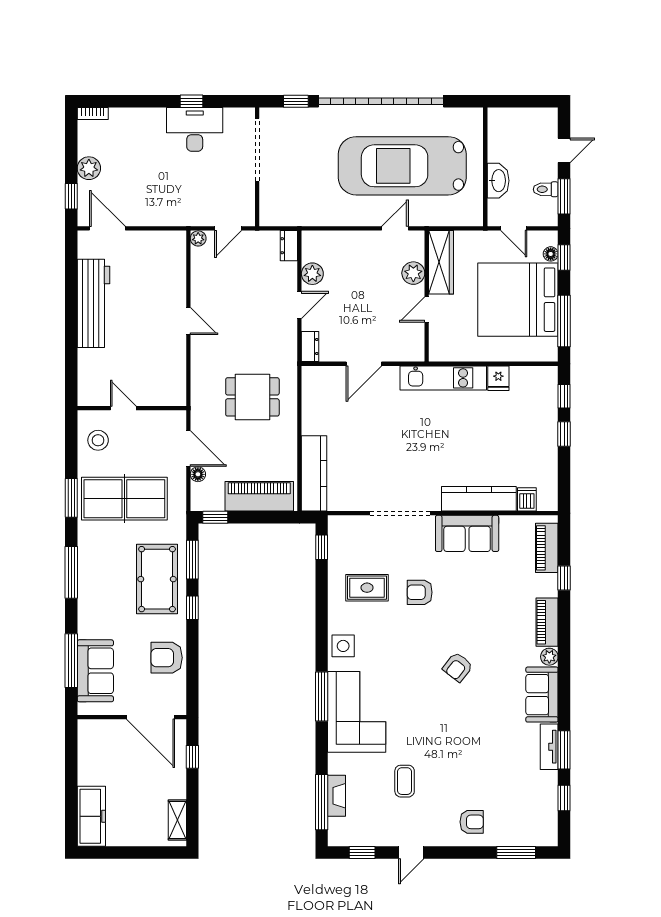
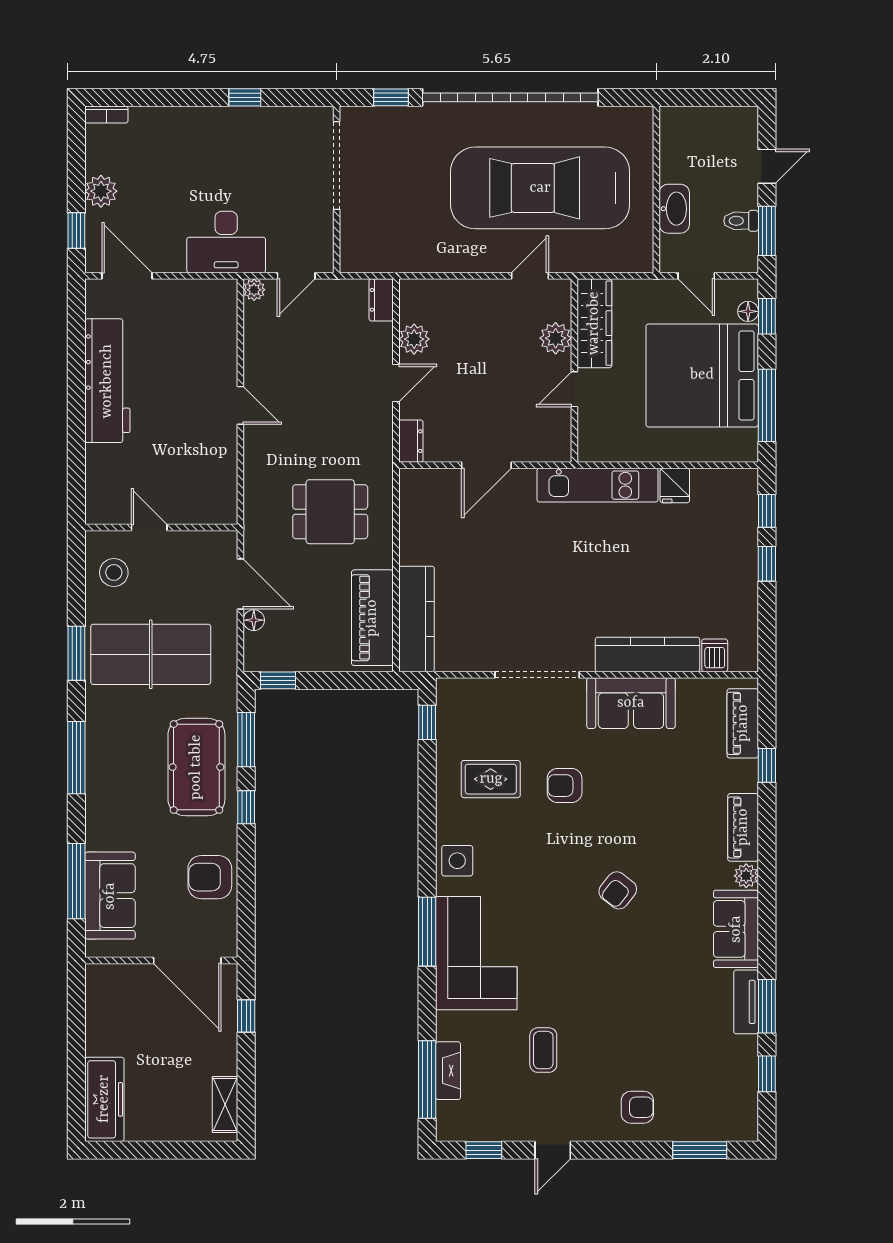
desk: (195, 129) -> (226, 242), moved, turned 180
piano: (259, 496) -> (372, 618), moved, turned -90

